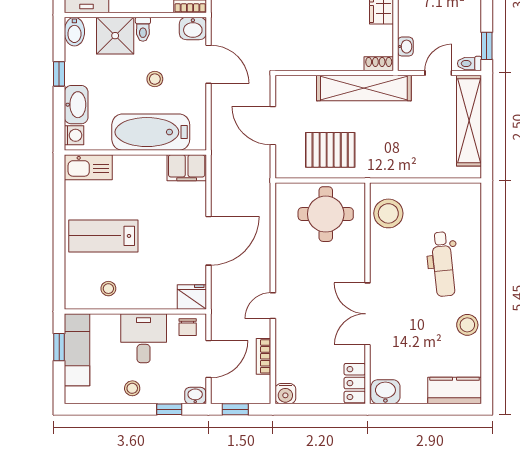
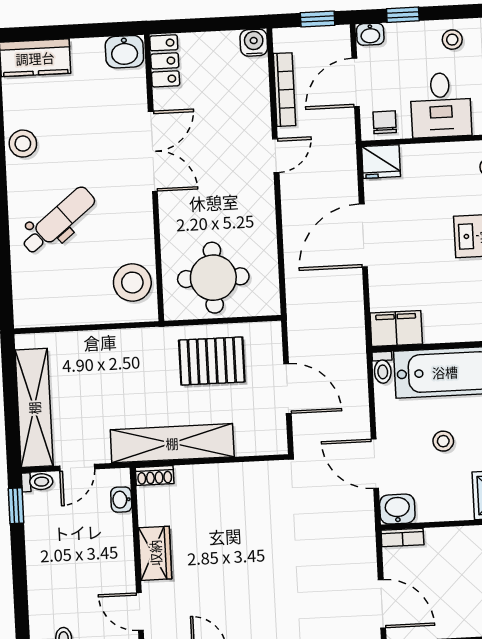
toilet: (143, 29) -> (383, 367), moved, turned 180
dental chair: (443, 264) -> (58, 221), turned 57
bookcase: (264, 356) -> (284, 90), width x1.56

